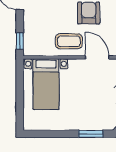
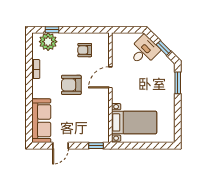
coffee table: (69, 41) -> (96, 102), removed

